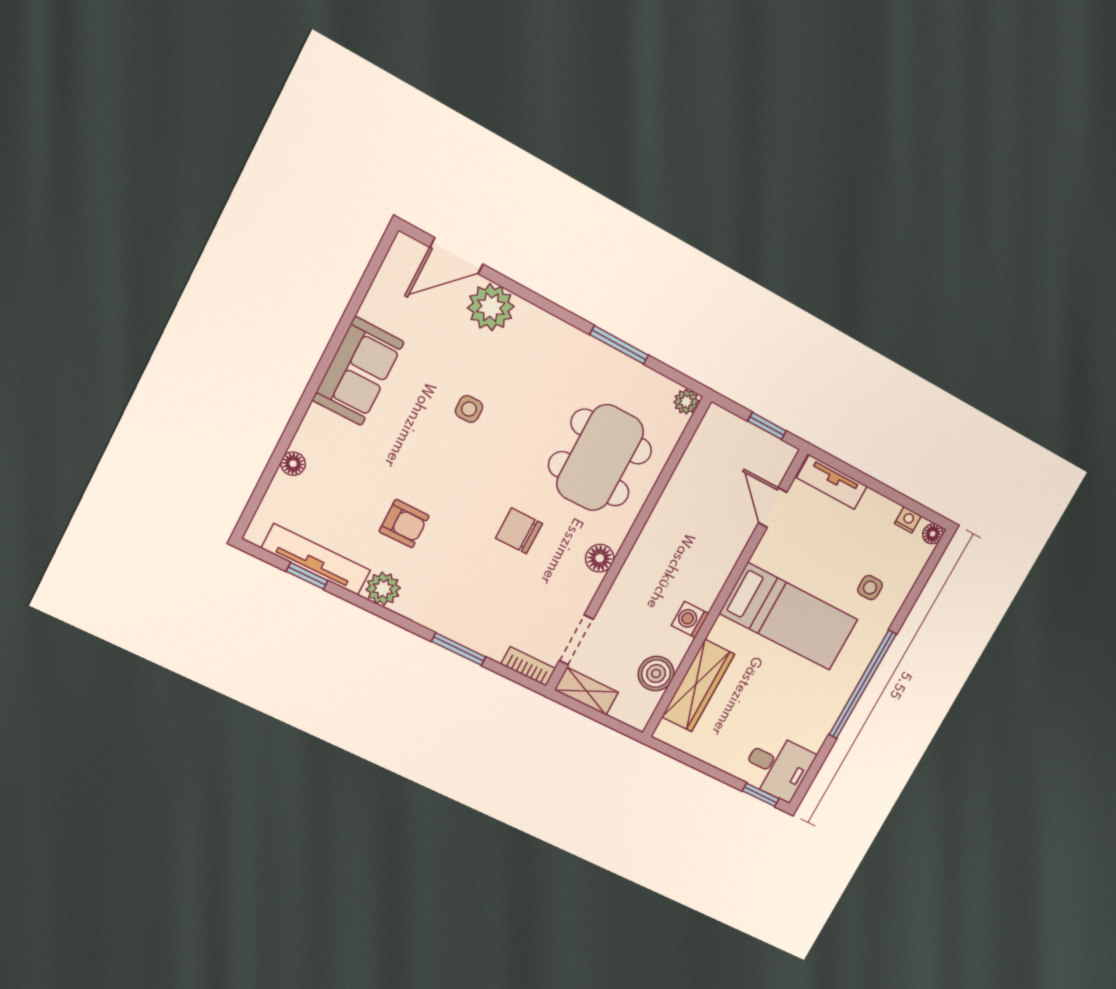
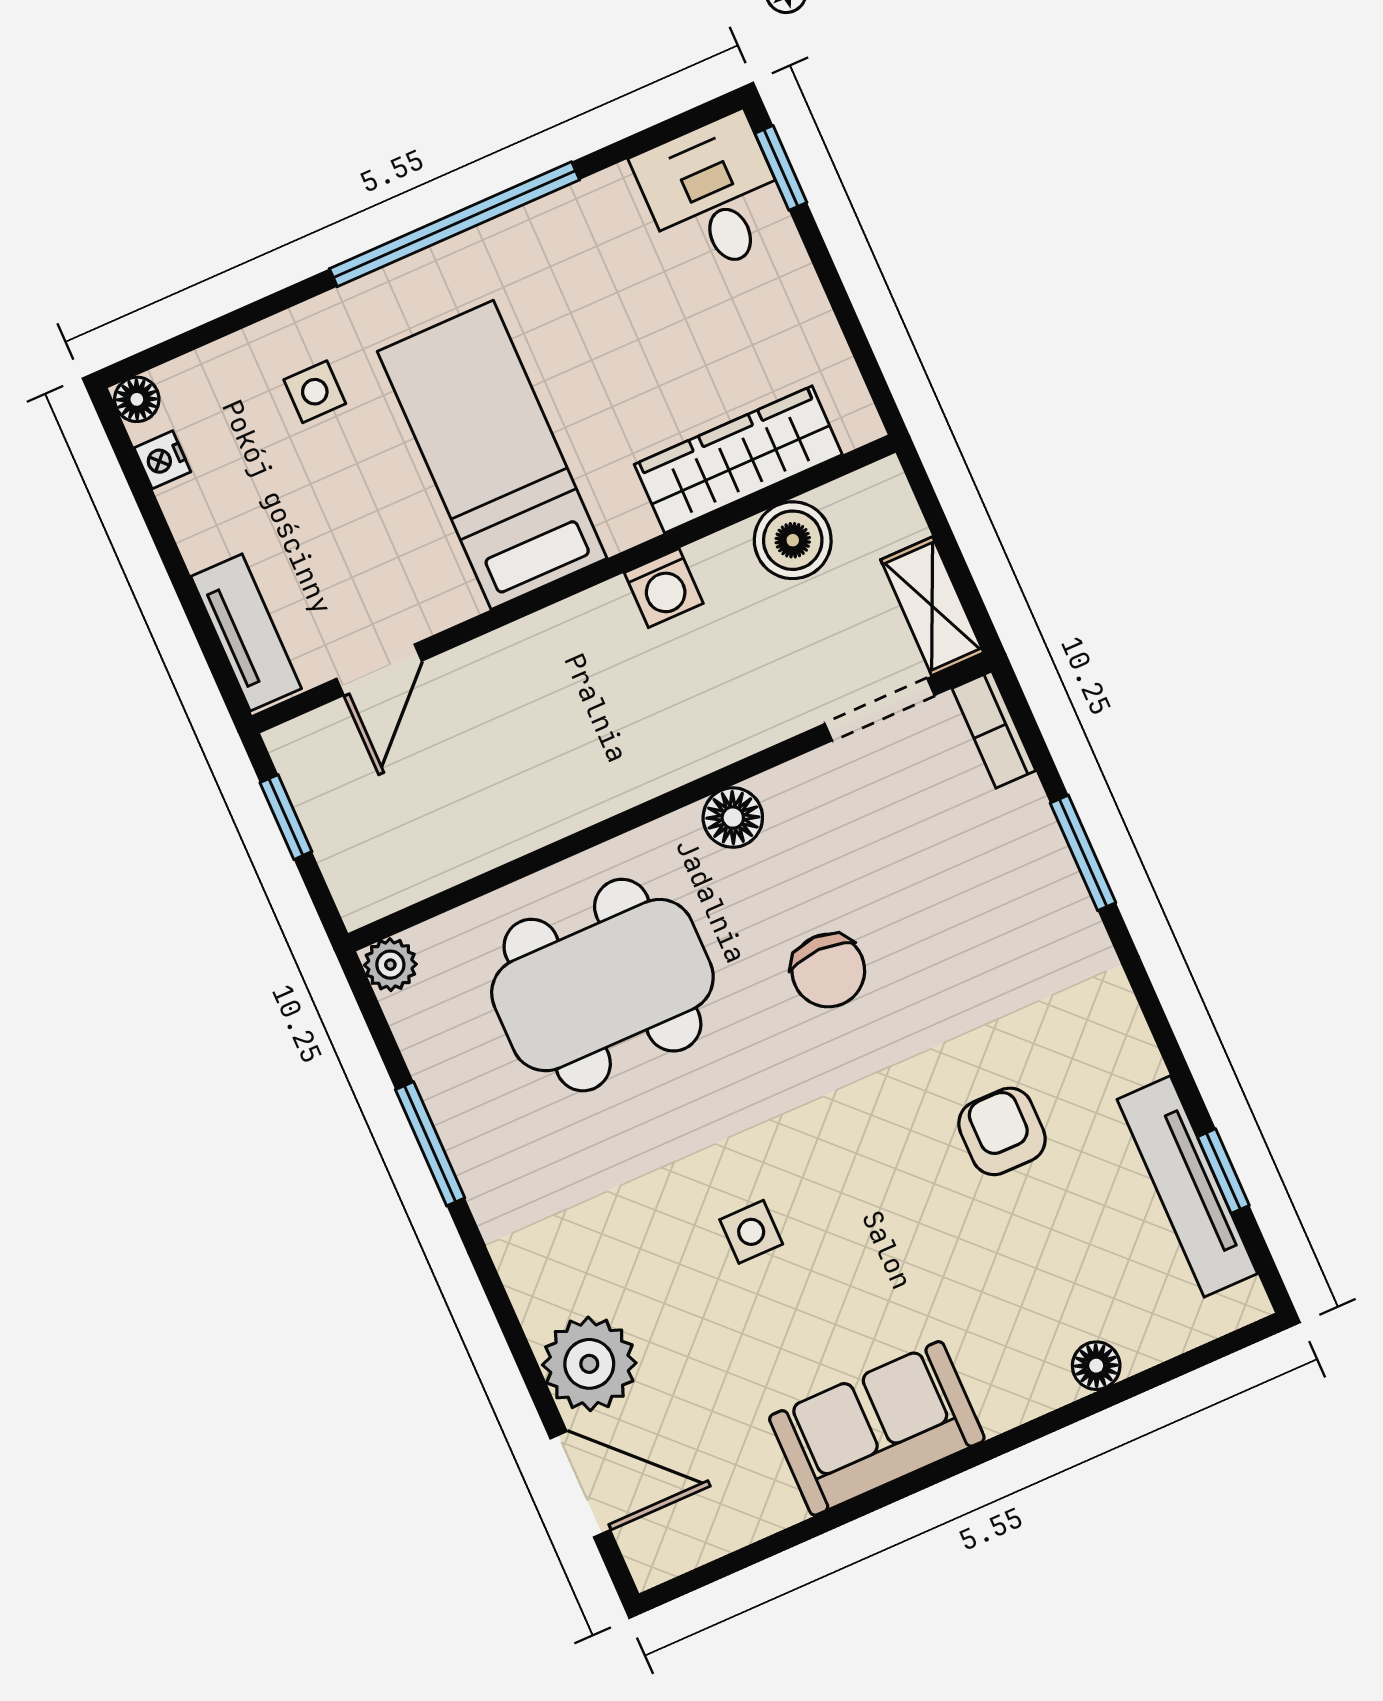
plant: (383, 589) -> (1122, 1053), removed

